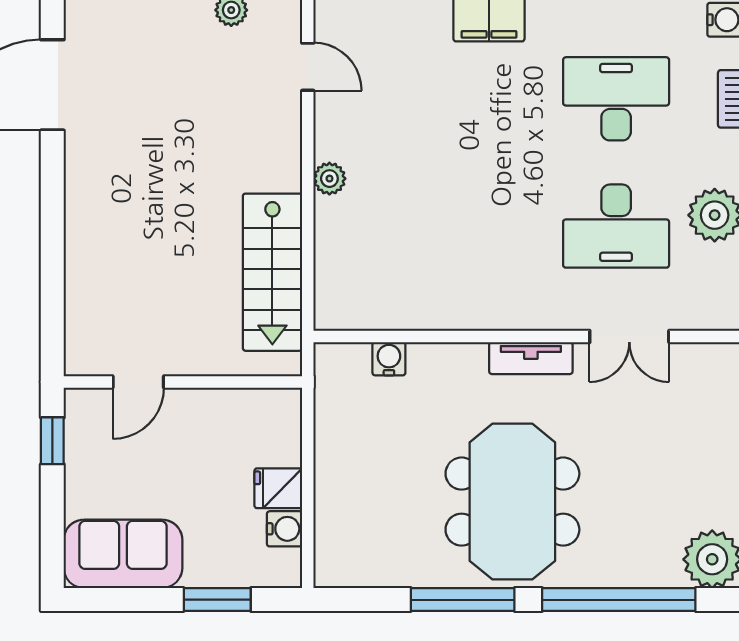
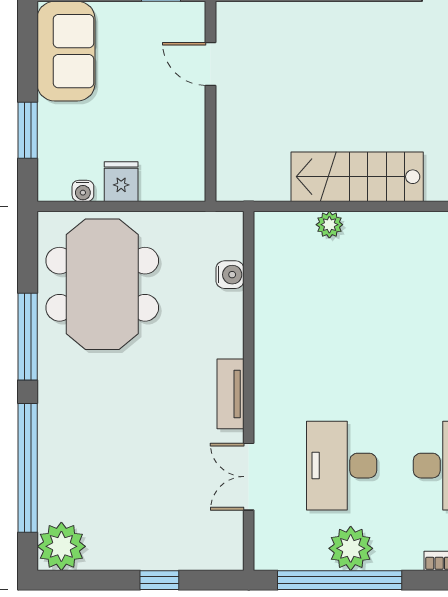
plant: (329, 179) -> (329, 225), moved
stairs: (272, 272) -> (357, 177), moved
meeting table: (512, 502) -> (102, 284), moved, turned 90
water cooler: (284, 529) -> (83, 191), width x0.72, depth x0.72

